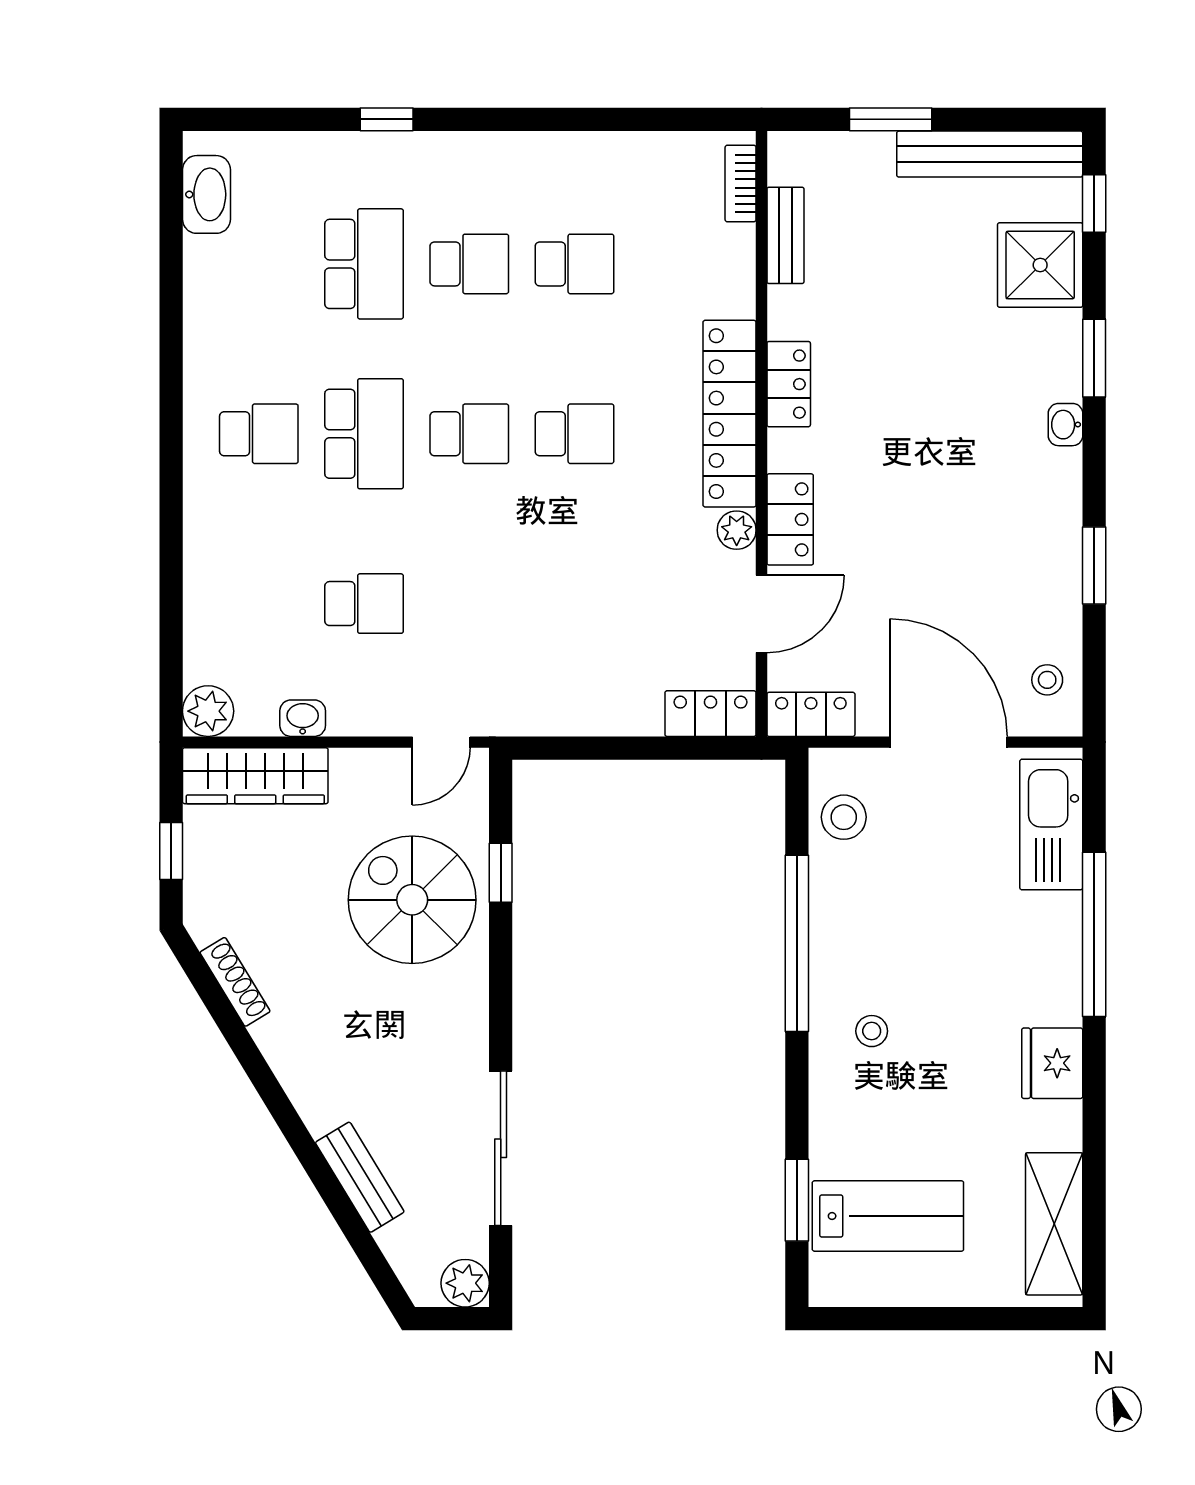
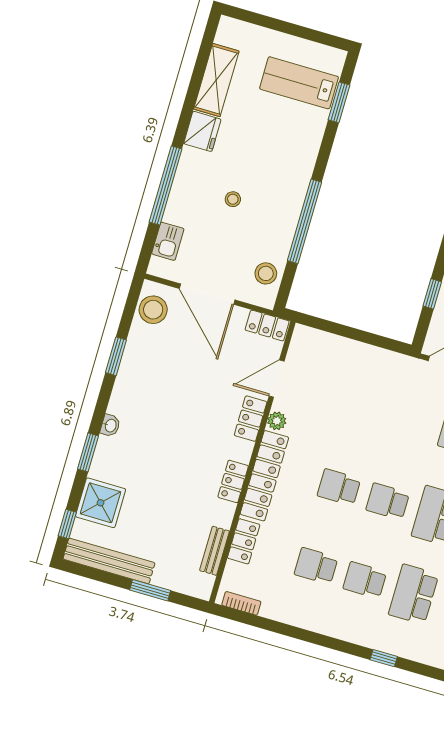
bookcase: (741, 184) -> (241, 603), moved, turned -90
stool: (1047, 680) -> (153, 310), width x1.89, depth x1.89
locker: (710, 714) -> (244, 541), moved, turned -90
kitchen sink: (1051, 825) -> (168, 241), width x0.53, depth x0.81
stool: (872, 1031) -> (233, 199), moved
shelving: (1054, 1224) -> (216, 80), moved

